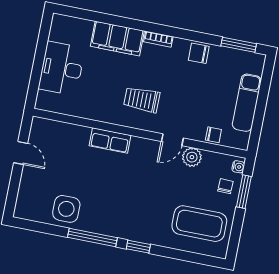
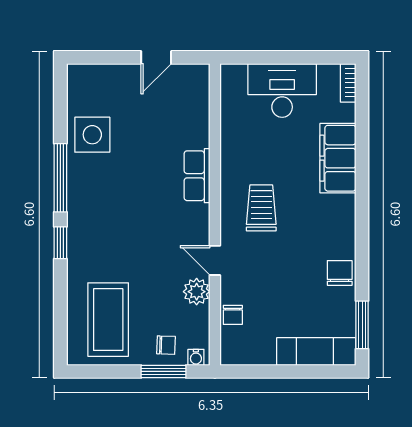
bookcase: (158, 39) -> (348, 83), moved
exam couch: (247, 103) -> (316, 351), moved

